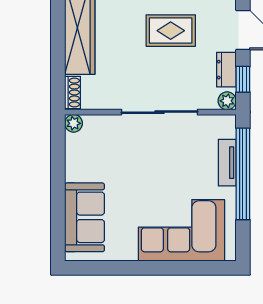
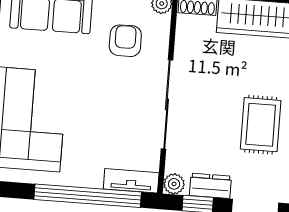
armchair: (108, 152) -> (125, 41), added
tv unit: (227, 163) -> (131, 181), moved

